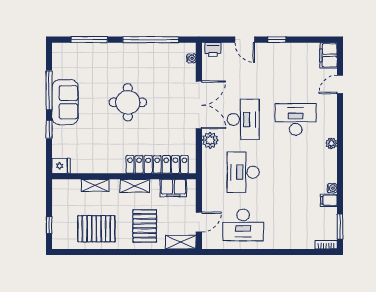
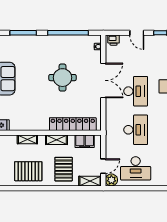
round table: (128, 102) -> (63, 78), moved
plant: (210, 140) -> (111, 180), moved
desk: (243, 172) -> (136, 130), turned 180

